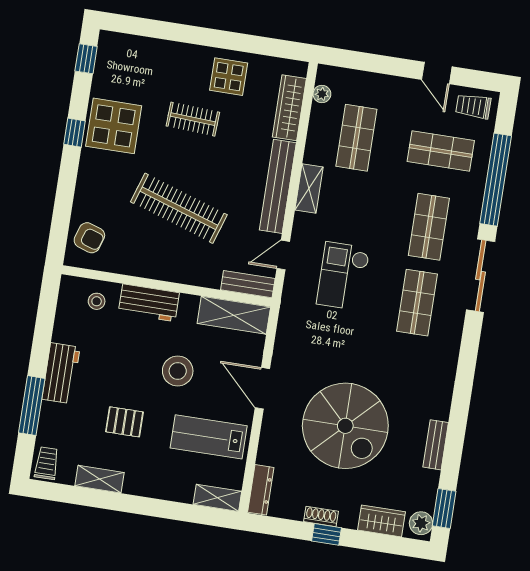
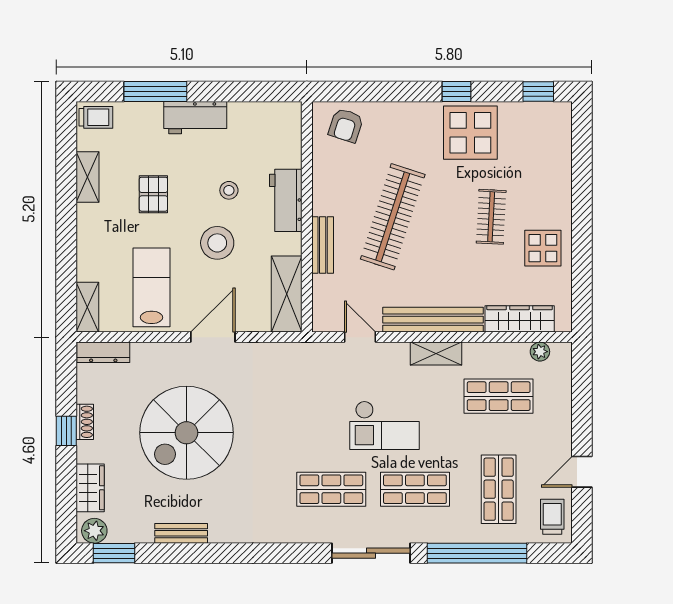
checkout: (343, 276) -> (385, 425), moved, turned 180
bench: (248, 284) -> (323, 245), moved
stool: (97, 301) -> (229, 190), moved

